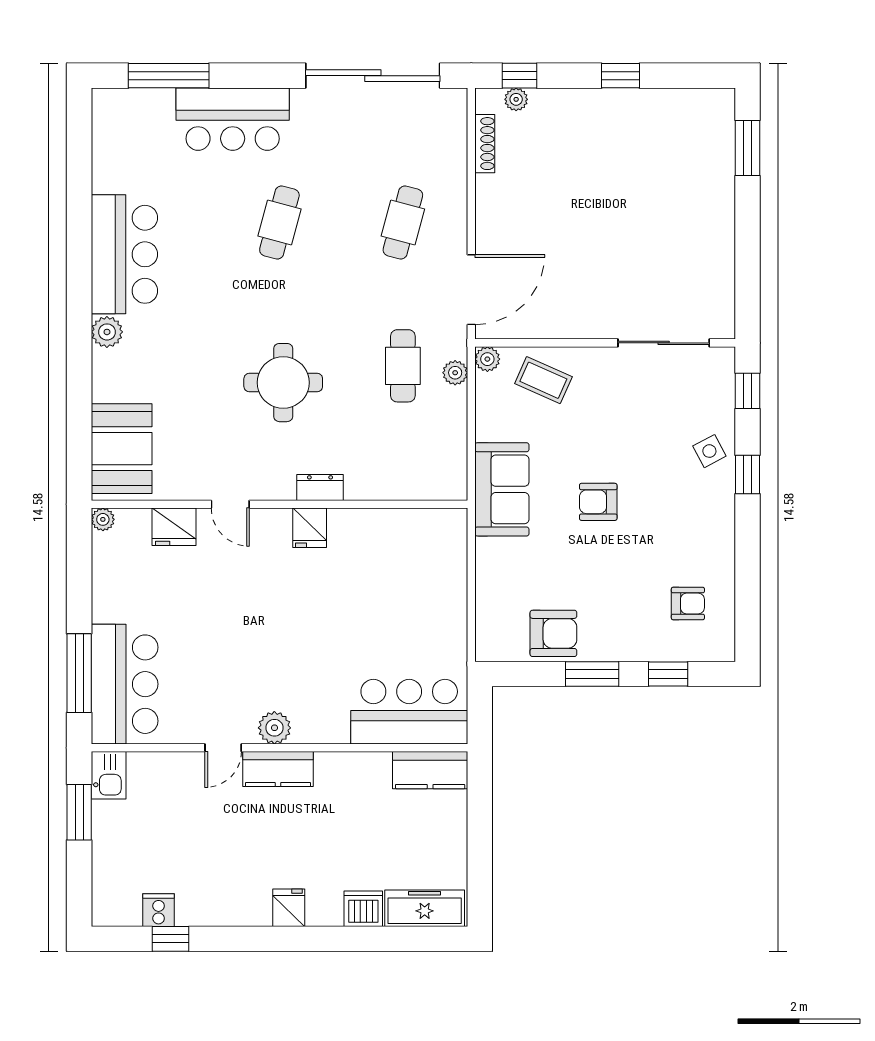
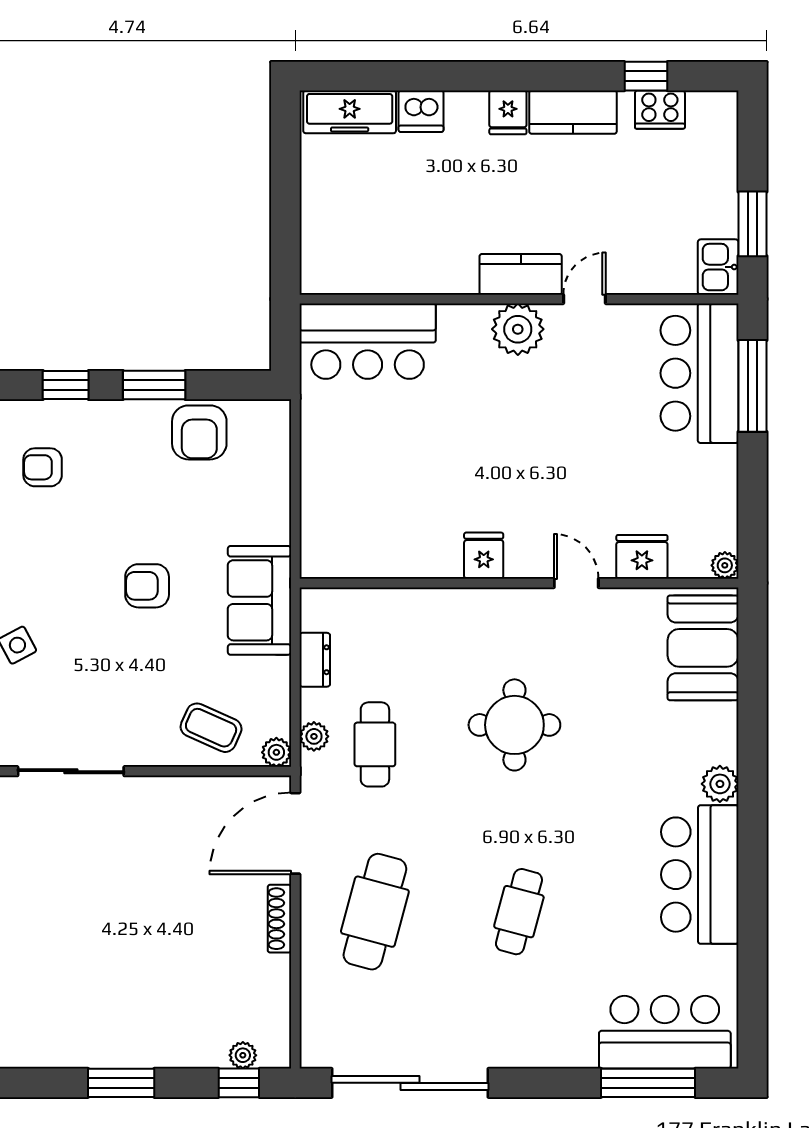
window: (621, 76) -> (121, 1083), width x1.50
bar counter: (233, 119) -> (665, 1032), moved
shoe rack: (485, 144) -> (279, 919), moved
cafe table: (403, 222) -> (375, 912), width x1.37, depth x1.35
dresser: (320, 488) -> (315, 660), moved, turned -90
armchair: (598, 502) -> (147, 586), turned 180
armchair: (553, 633) -> (199, 432), turned -90
plant: (274, 728) -> (518, 329), width x1.36, depth x1.36
kitchen counter: (430, 770) -> (573, 112), moved, turned 180
cooker: (159, 910) -> (660, 110), width x1.36

